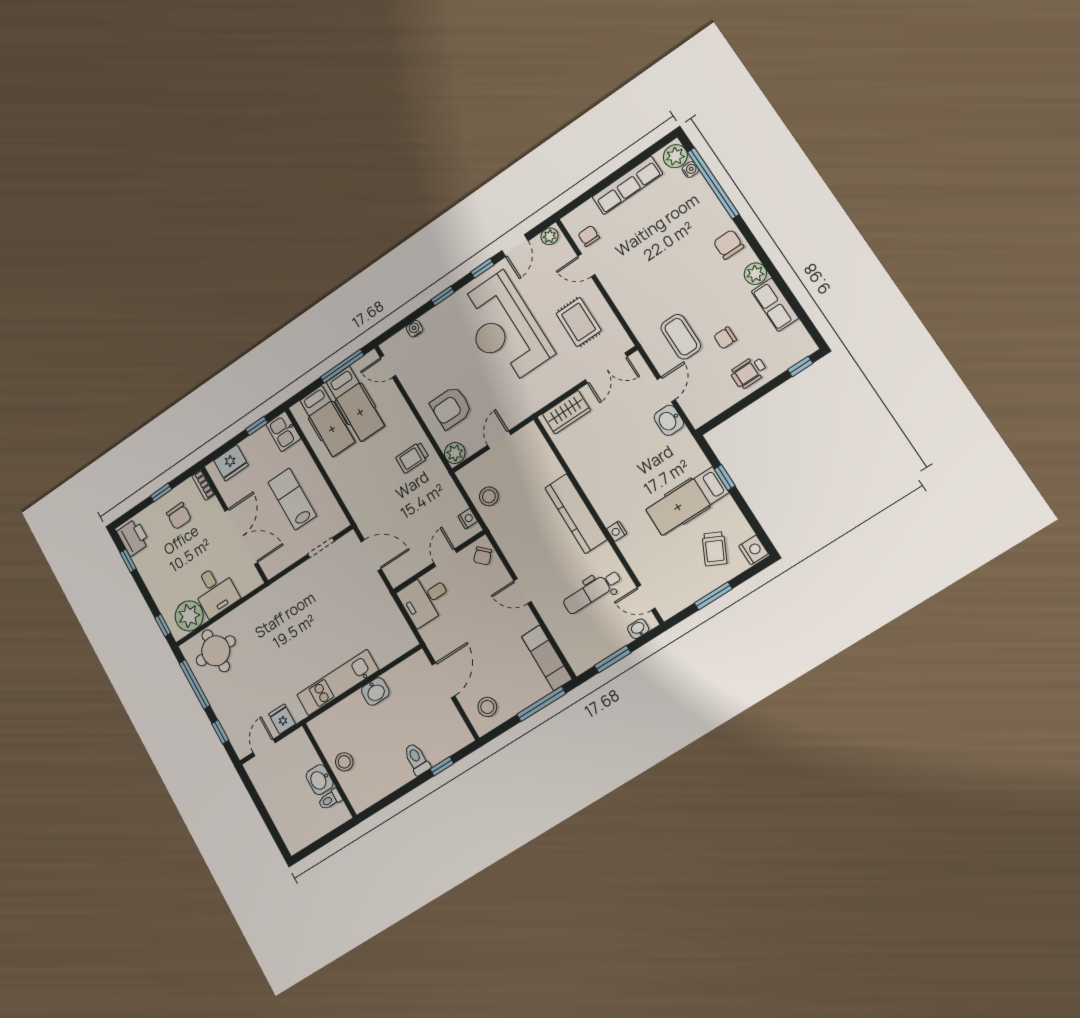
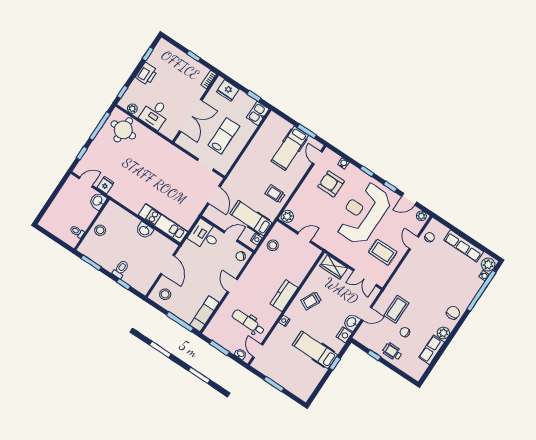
rug: (579, 322) -> (383, 252), turned 90
window: (342, 366) -> (307, 131), width x0.69
window: (800, 366) -> (374, 355), moved
armchair: (451, 408) -> (331, 184), moved
hospital bed: (327, 421) -> (251, 218), moved, turned 90
kitchen counter: (576, 514) -> (284, 296), width x0.67
chair: (179, 516) -> (186, 73), removed
printer: (133, 537) -> (147, 74), moved
trolley: (715, 549) -> (311, 301), moved
nightstand: (753, 550) -> (344, 335), moved
plant: (189, 616) -> (132, 109), width x0.53, depth x0.53
door: (443, 680) -> (168, 265), hinge flipped
kitchen unit: (338, 682) -> (163, 223), moved
washbasin: (320, 780) -> (98, 201), moved
window: (386, 801) -> (91, 263), added

